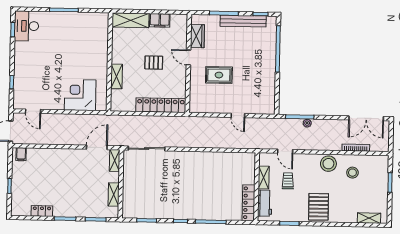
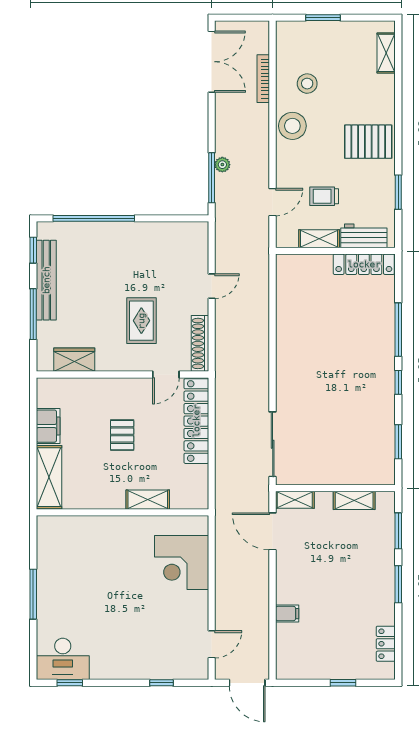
door: (188, 57) -> (166, 375), moved
shoe rack: (205, 108) -> (200, 343), added
filing cabinet: (21, 154) -> (287, 614), moved
locker: (42, 211) -> (386, 644), moved

